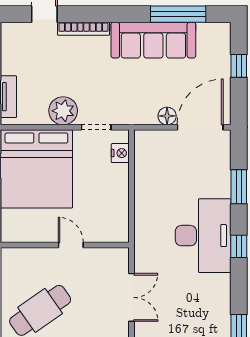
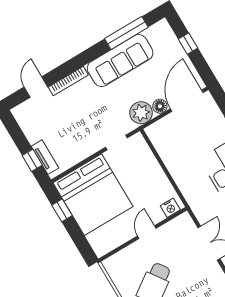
plant: (63, 111) -> (141, 113), moved
nightstand: (120, 153) -> (170, 208), moved, turned 90
door: (71, 245) -> (147, 232), hinge flipped

